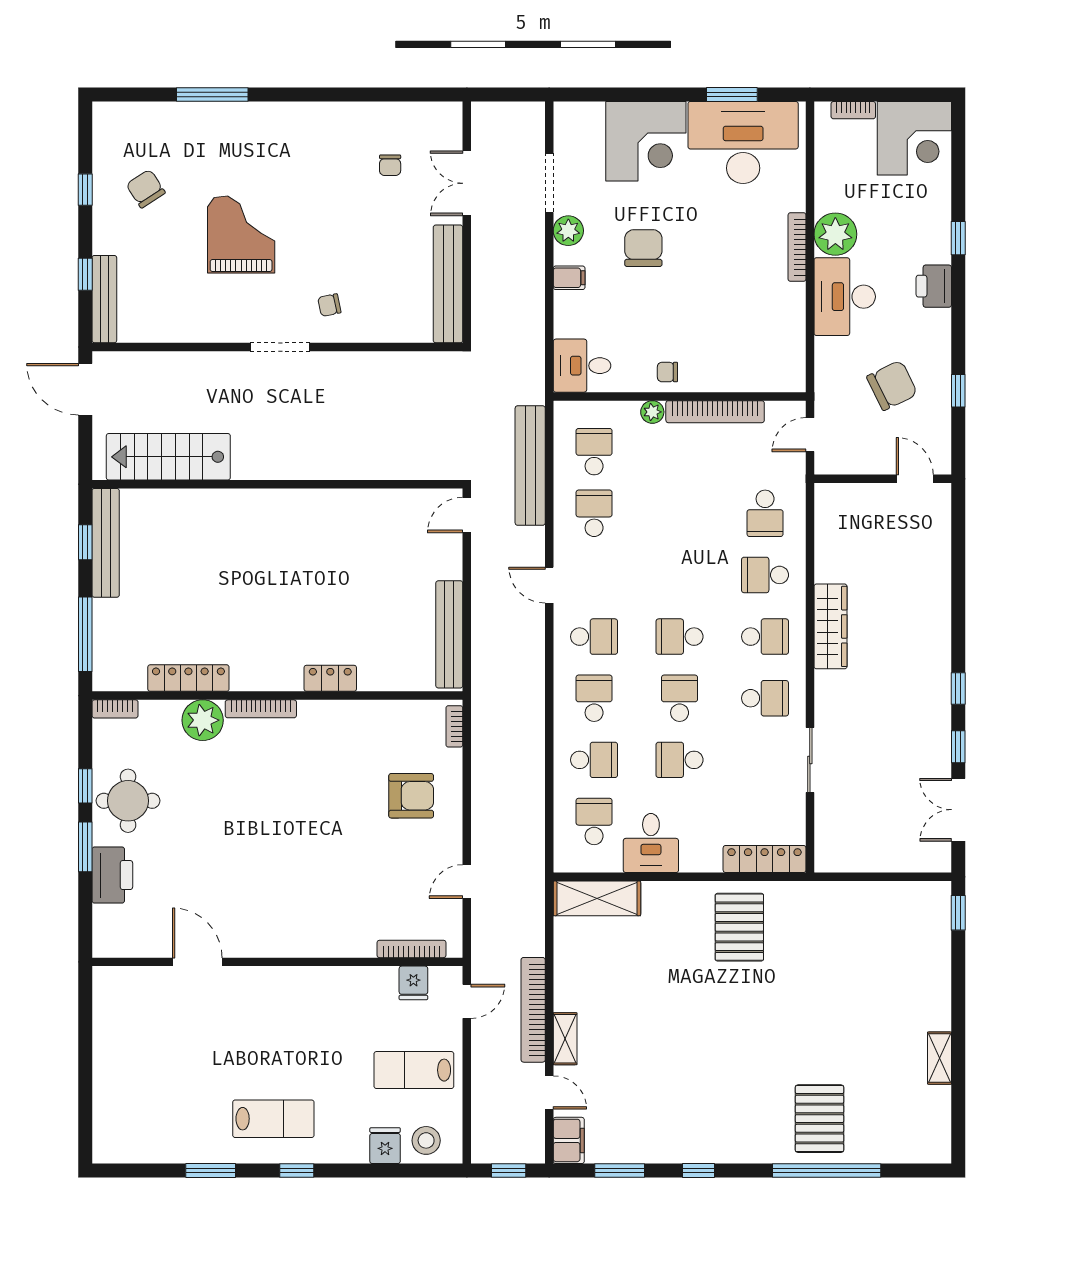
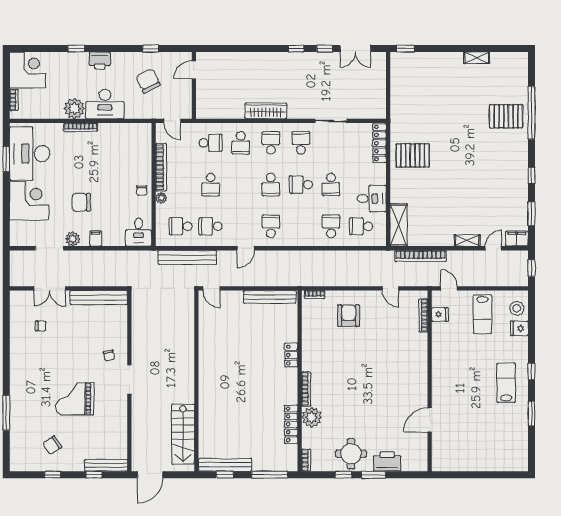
school desk: (594, 698) -> (211, 185), moved, turned -90
bookcase: (533, 1010) -> (421, 256), moved

